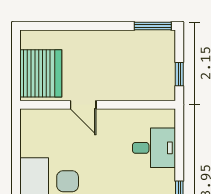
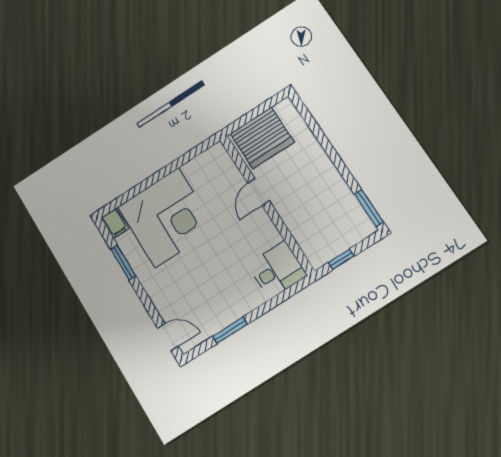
desk: (154, 148) -> (277, 270), moved, turned -90

